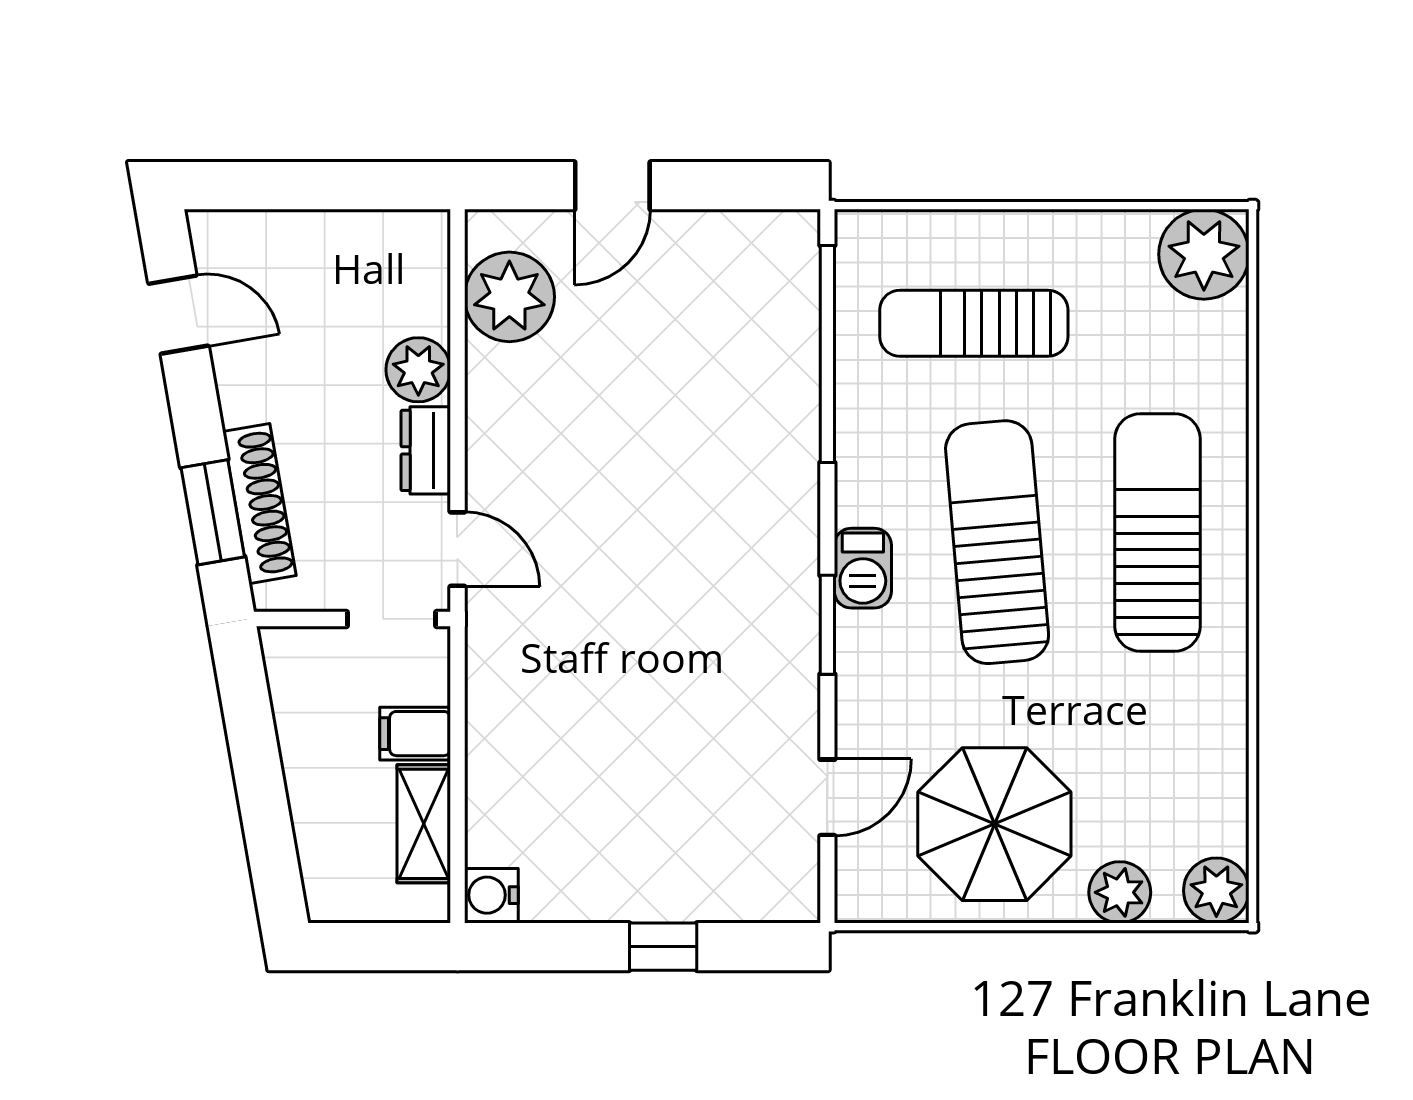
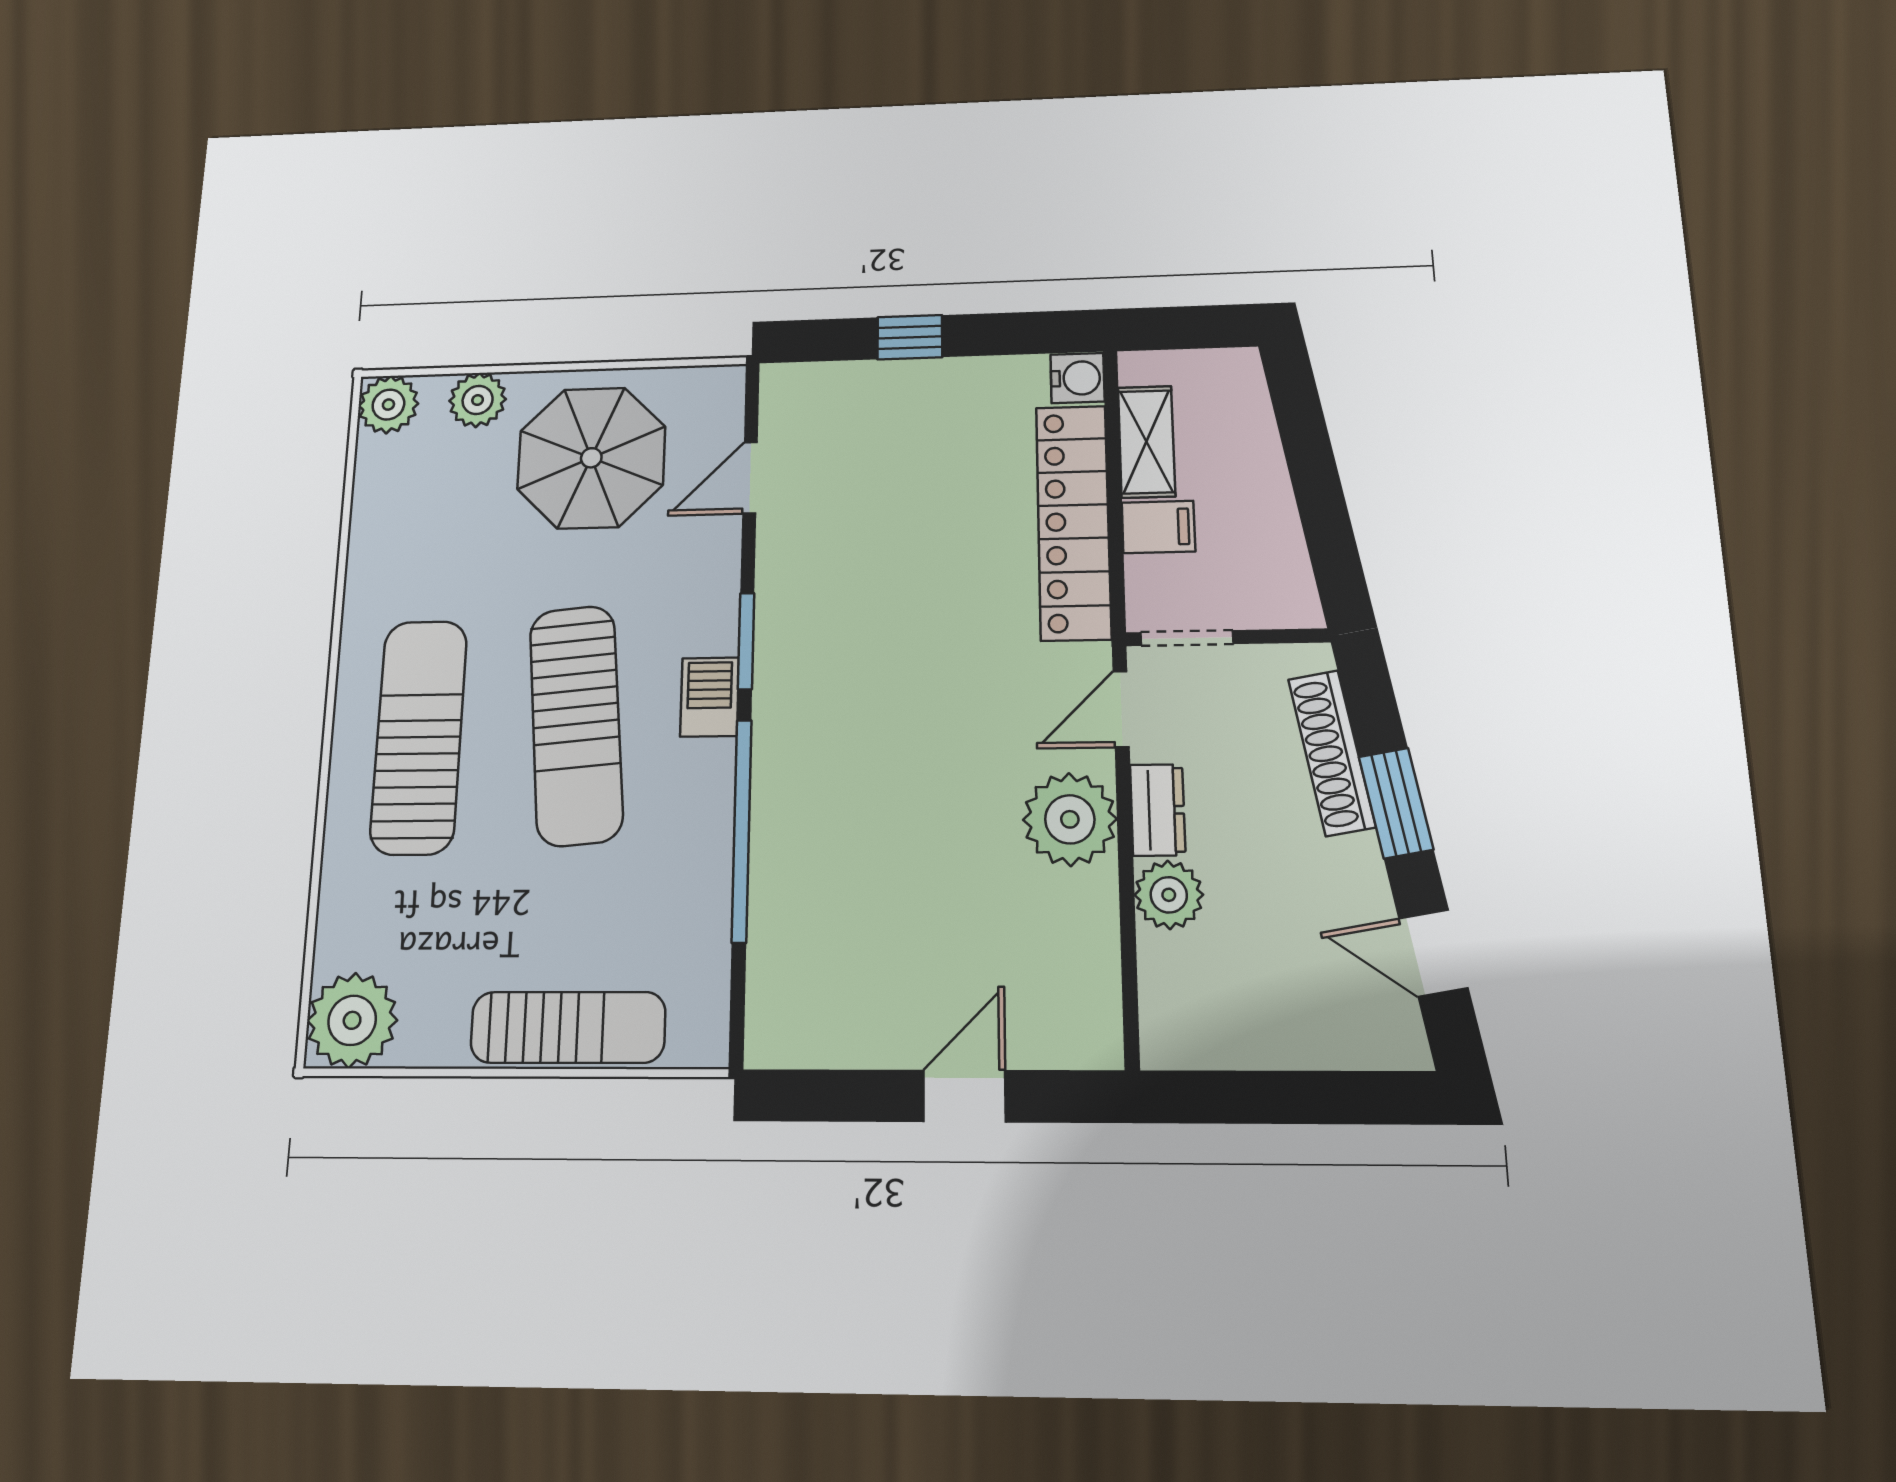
plant: (509, 297) -> (1070, 819), moved
sun lounger: (974, 323) -> (568, 1027), moved
window: (827, 354) -> (742, 830), moved
window: (213, 512) -> (1396, 803), moved
sun lounger: (1158, 532) -> (419, 737), turned 180
door: (457, 549) -> (1121, 709), hinge flipped
locker: (499, 741) -> (1073, 522), added

